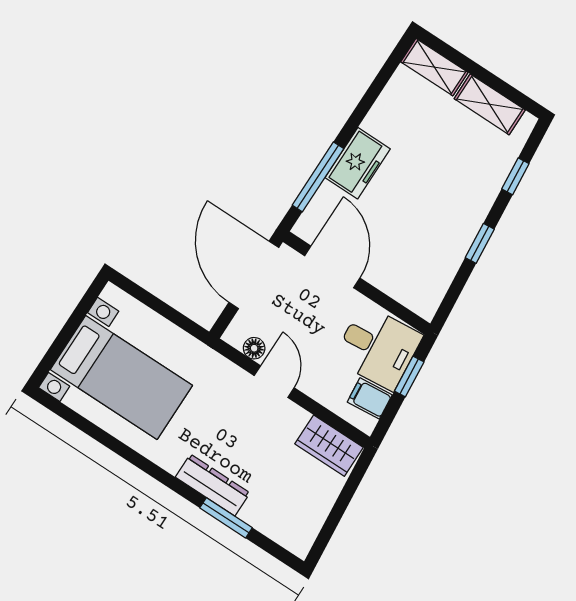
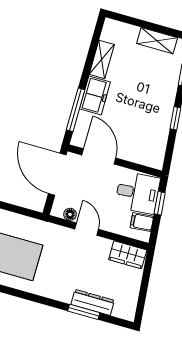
shelving: (434, 67) -> (102, 59), moved, turned 90
dresser: (213, 485) -> (93, 302), moved

